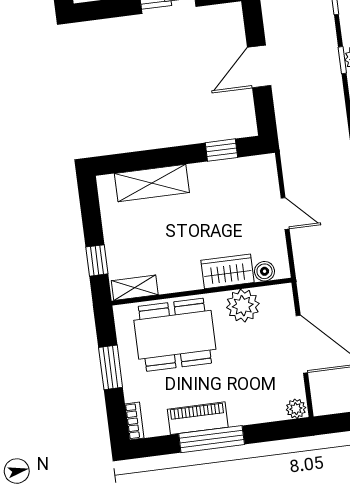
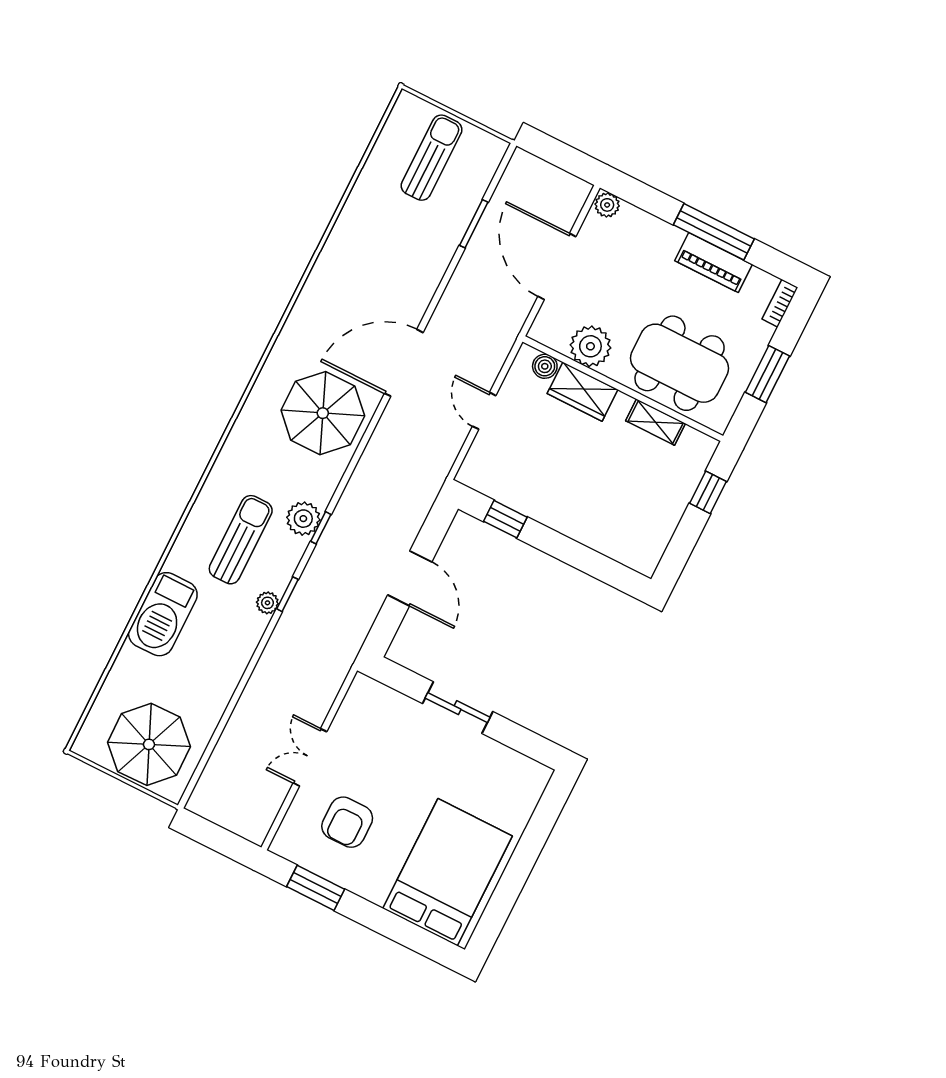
door: (259, 66) -> (410, 578), hinge flipped
shelving: (152, 183) -> (599, 533), removed
shelving: (135, 288) -> (656, 422), moved

